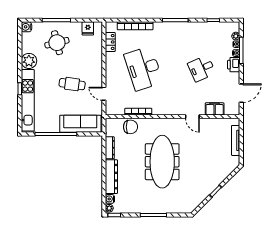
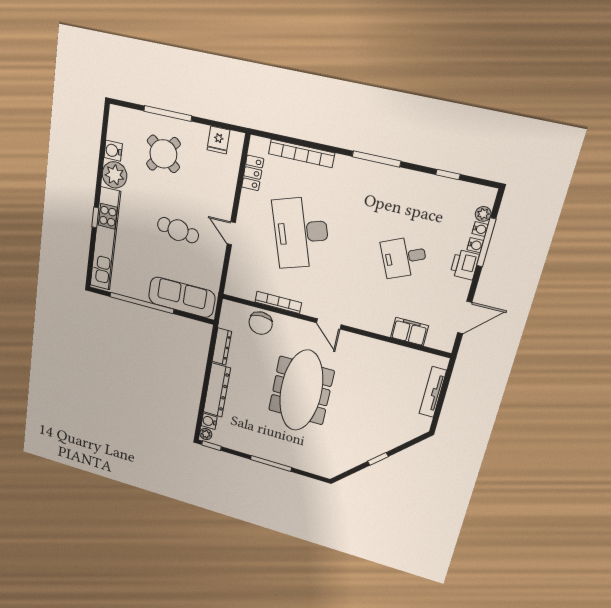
water cooler: (26, 27) -> (113, 151), moved
round table: (57, 43) -> (163, 154), turned -37
door: (104, 94) -> (231, 233), moved
door: (192, 117) -> (329, 324), moved
chair: (130, 127) -> (261, 323), turned 90

